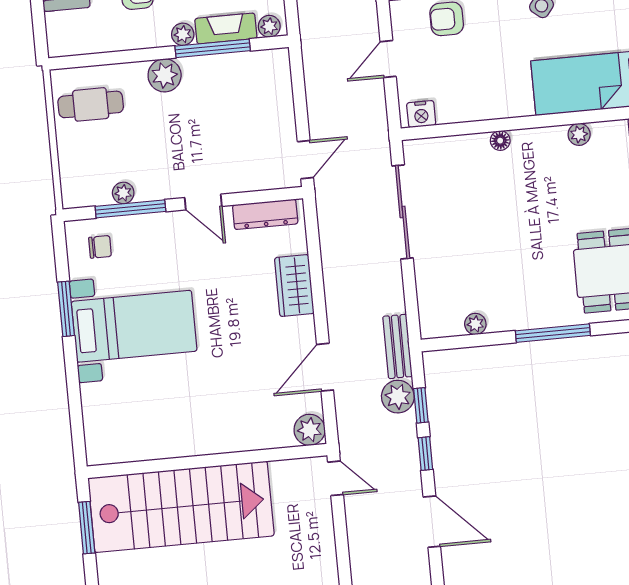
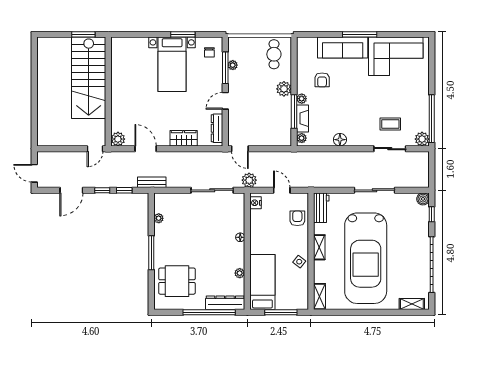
plant: (398, 397) -> (249, 180), moved

